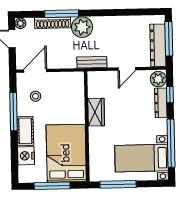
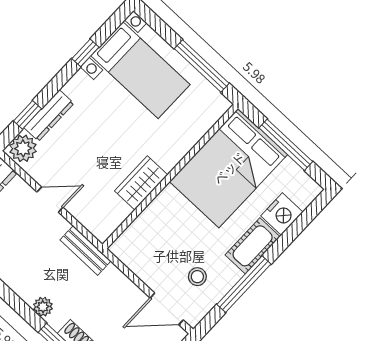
plant: (82, 27) -> (43, 307), width x0.53, depth x0.53
window: (171, 143) -> (85, 53), width x0.32

